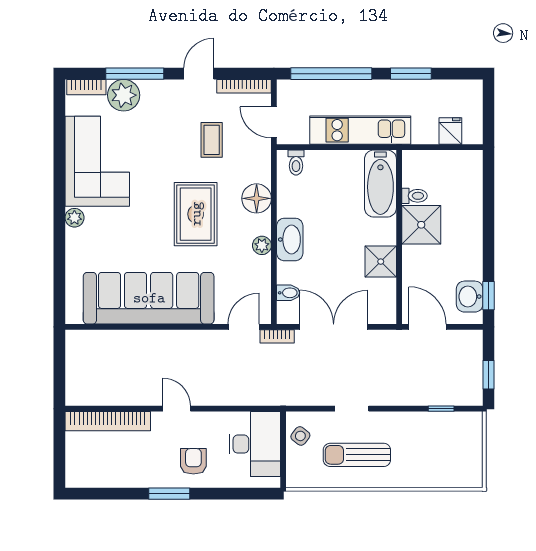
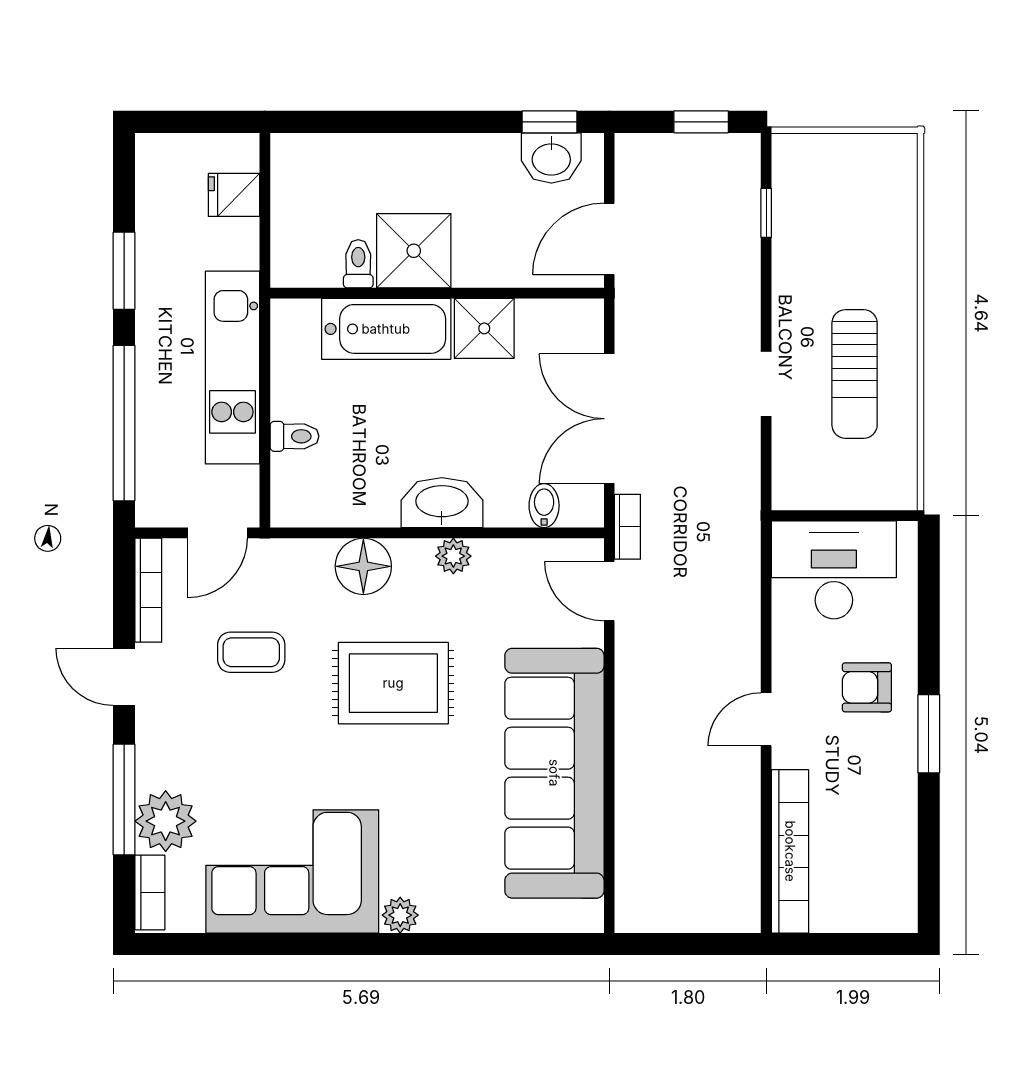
toilet: (296, 162) -> (294, 436), moved
bathtub: (380, 184) -> (386, 329), moved
side table: (300, 436) -> (818, 482), removed

